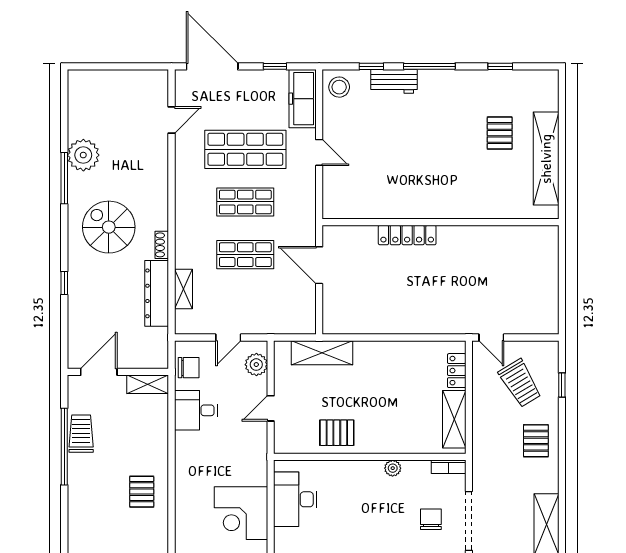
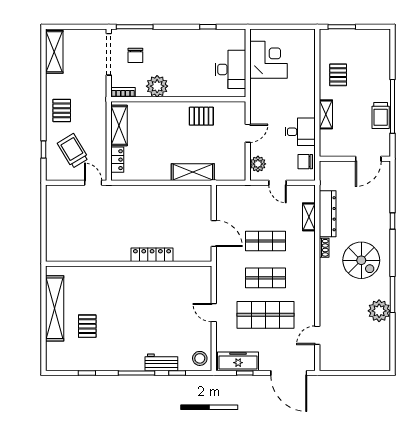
freezer: (303, 99) -> (238, 361), moved, turned -90
door: (228, 337) -> (278, 183), swing flipped
shelving: (322, 353) -> (193, 172), moved
shelving: (148, 384) -> (326, 114), moved, turned 90
plant: (393, 468) -> (157, 86), width x1.87, depth x1.87

